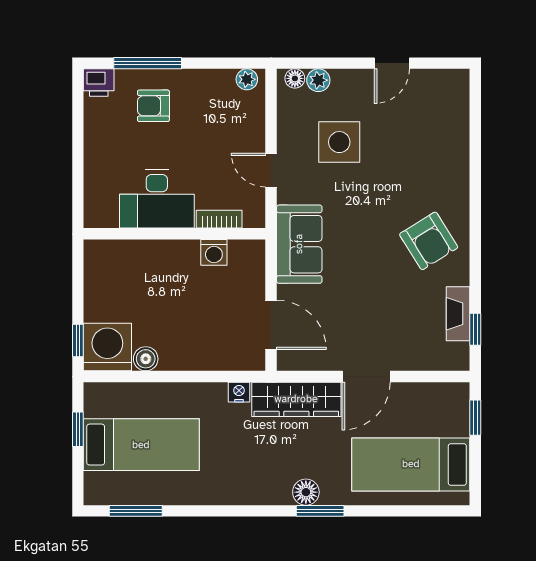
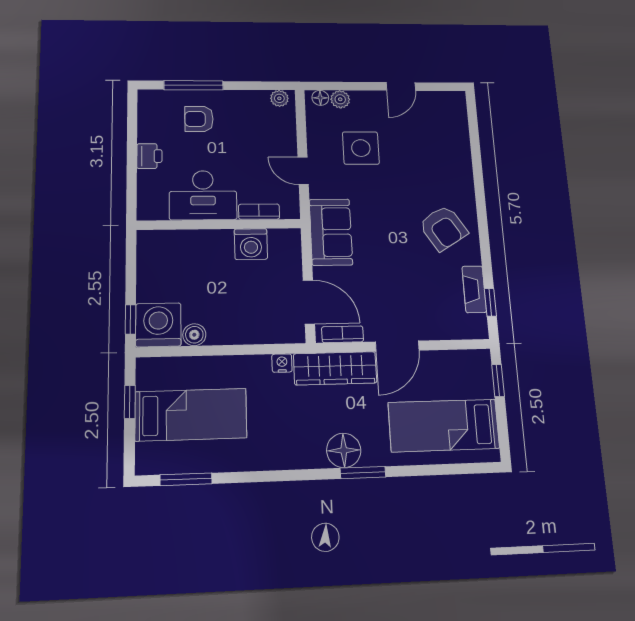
printer: (99, 83) -> (149, 156), moved, turned -90
washing machine: (214, 252) -> (251, 244), width x1.38, depth x1.38
bookcase: (306, 362) -> (343, 334), added
floor lamp: (306, 492) -> (344, 450), width x1.38, depth x1.38

